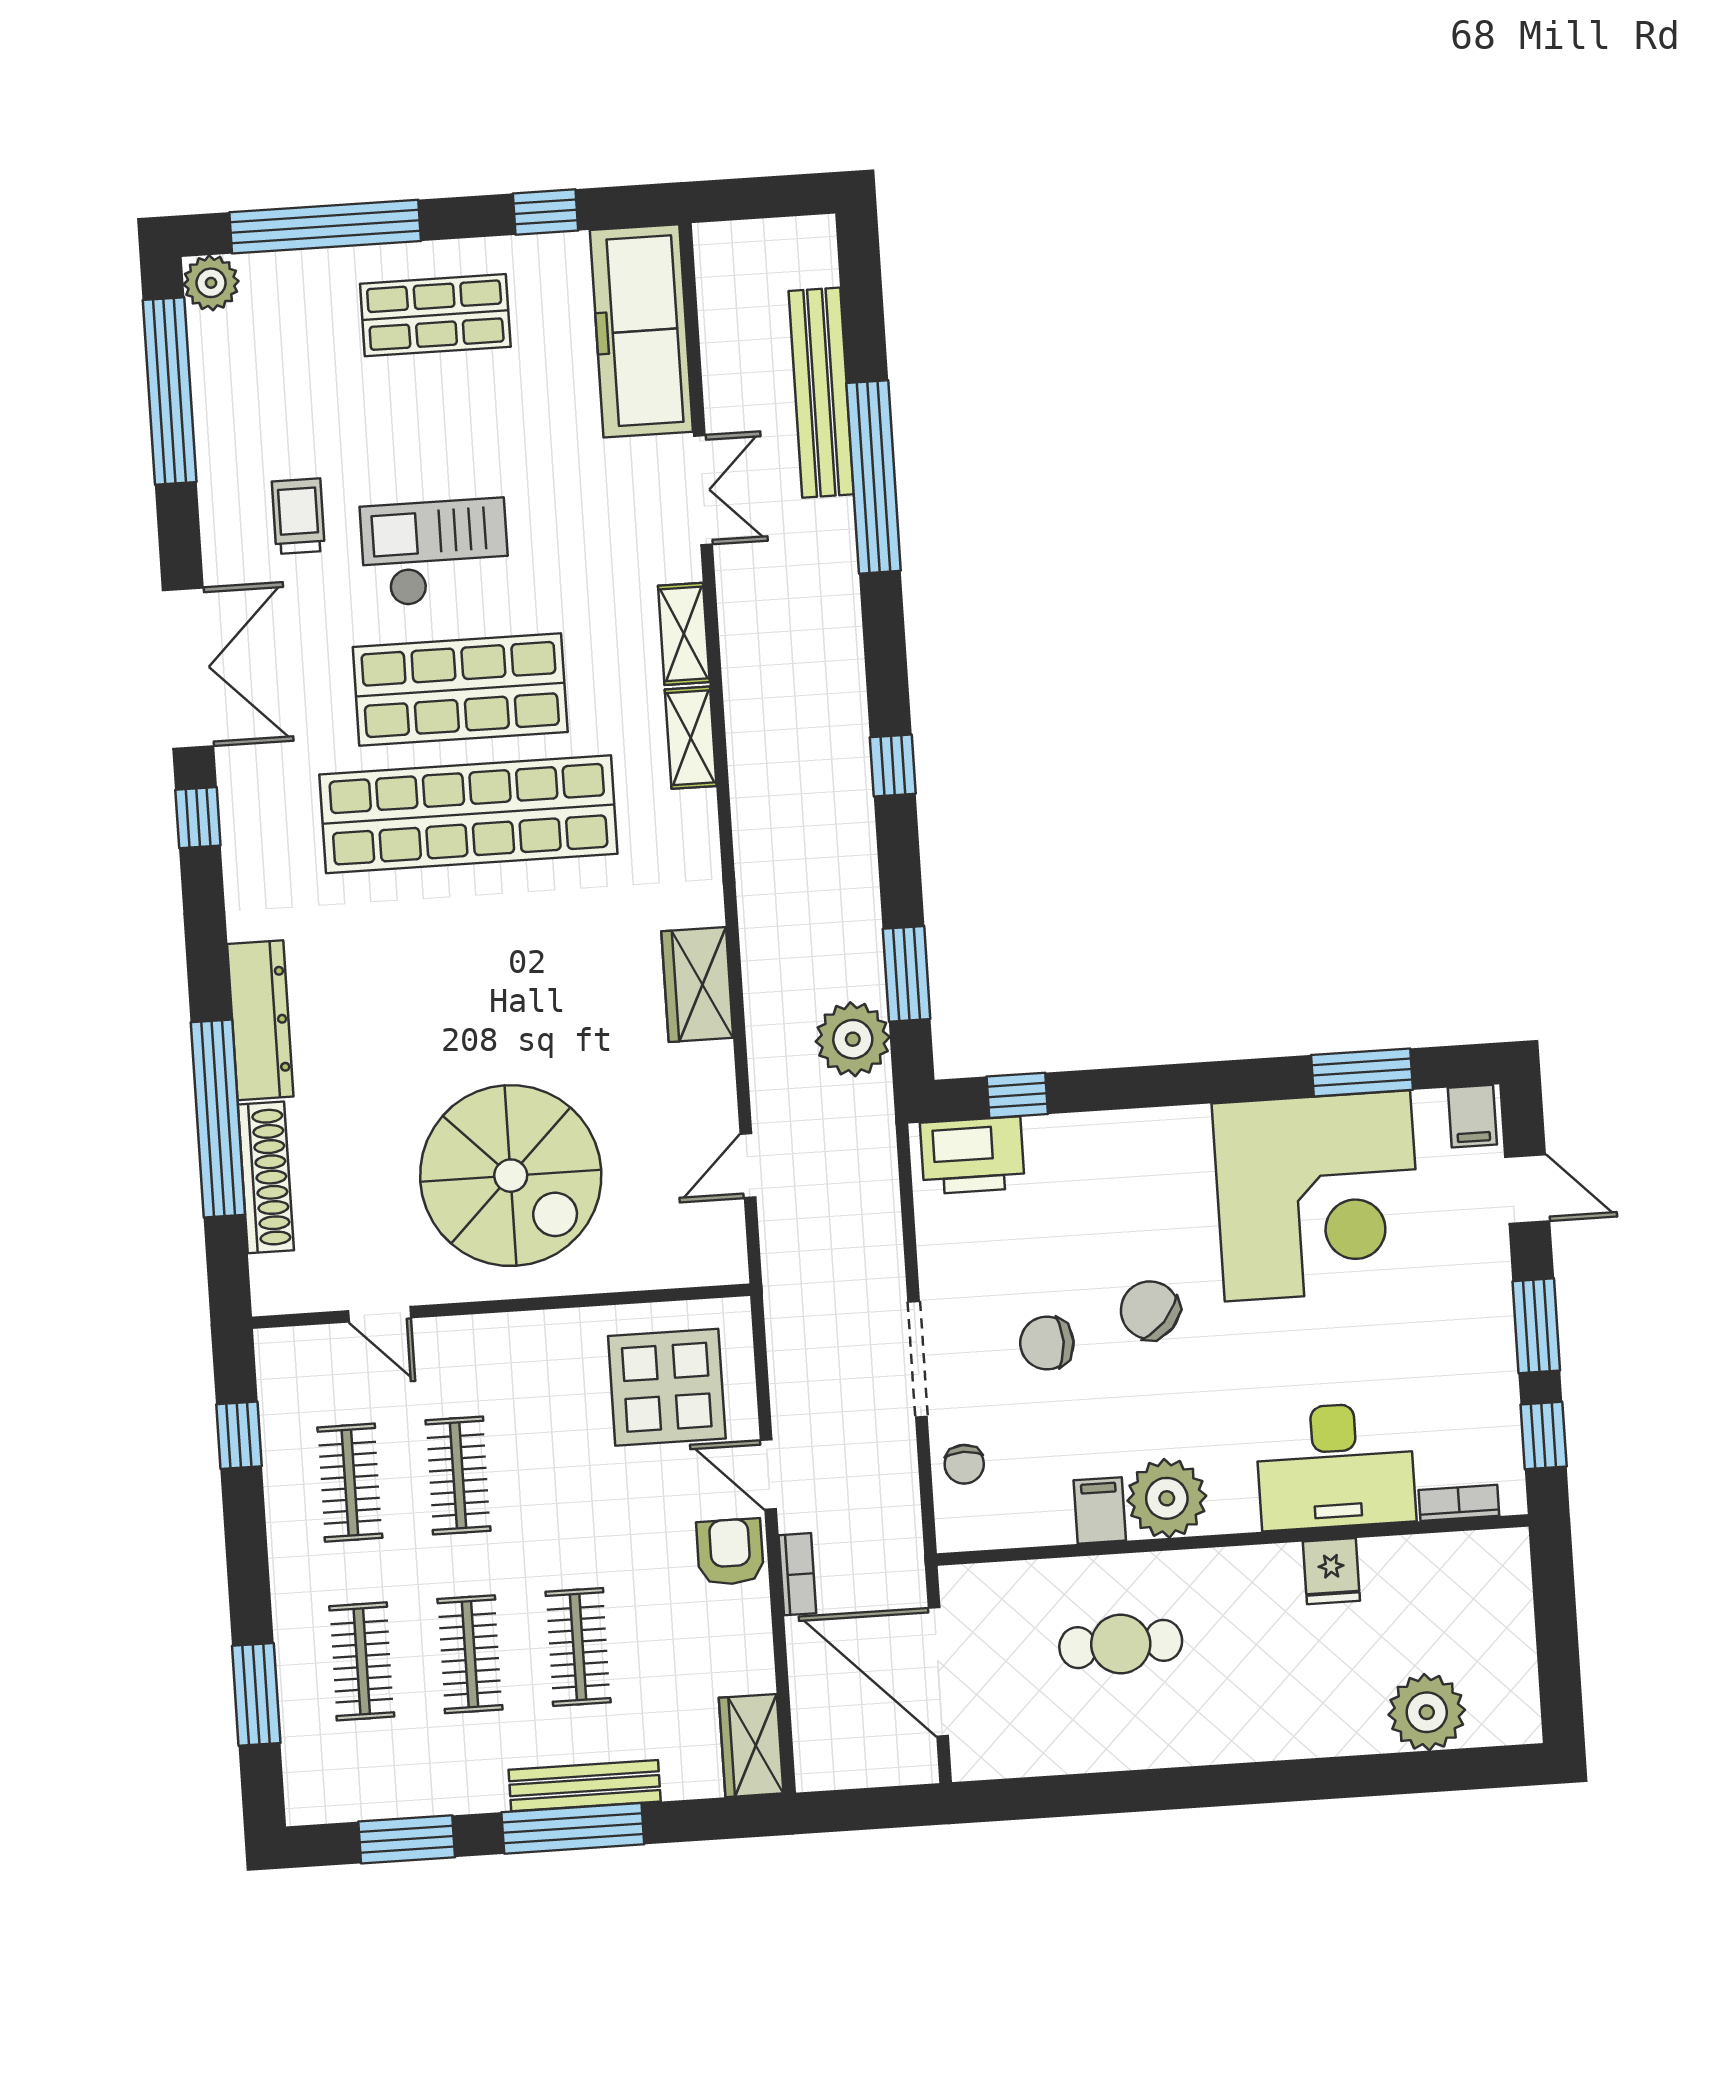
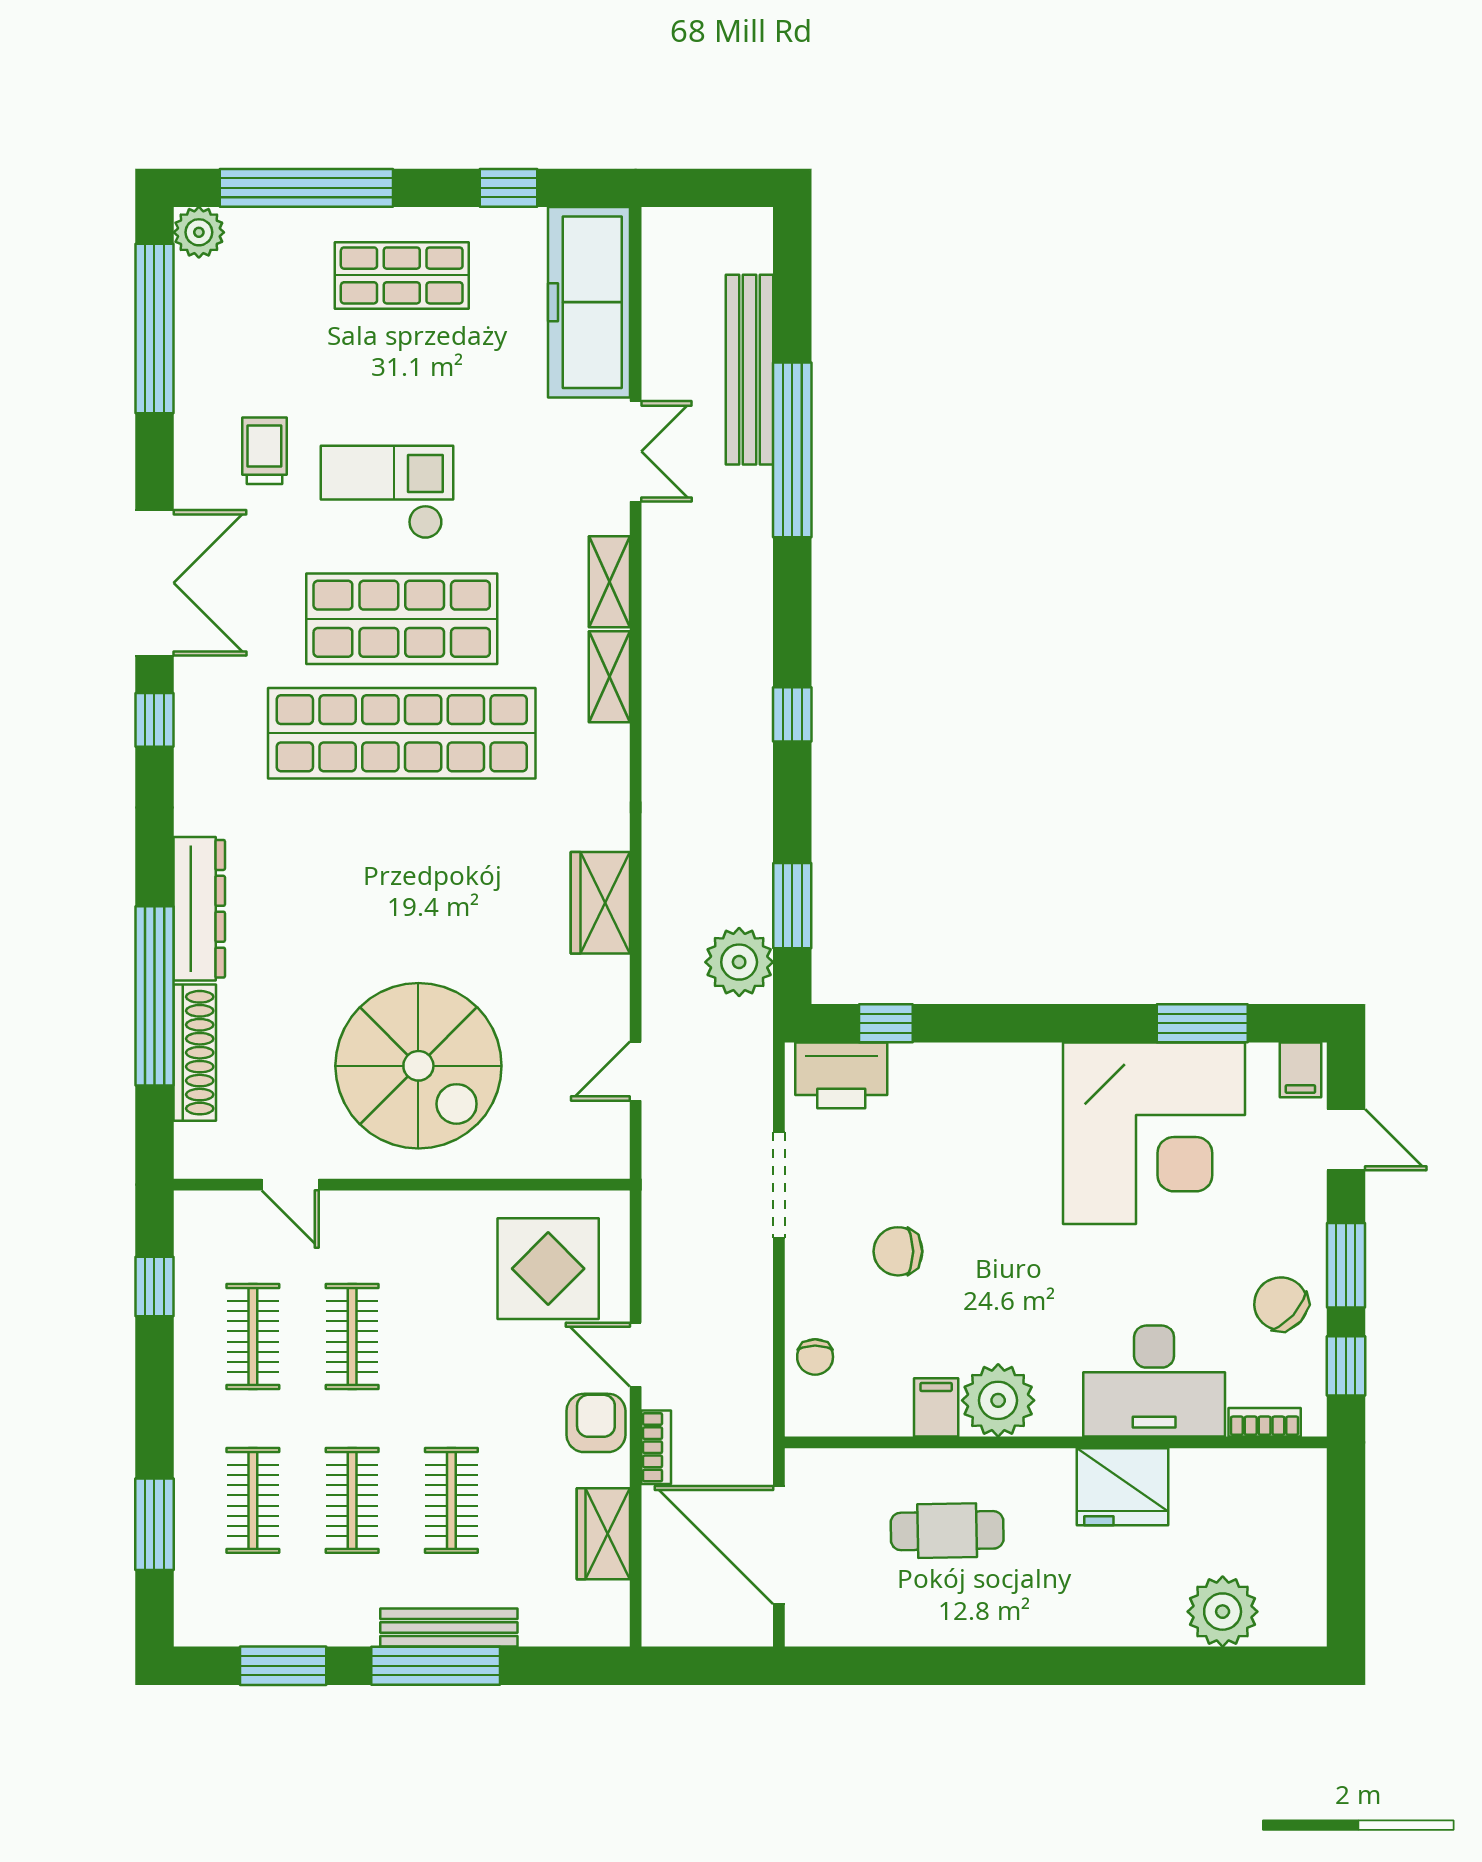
chair: (1150, 1310) -> (1281, 1304), moved
doorway: (918, 1359) -> (779, 1185), moved
fridge: (1331, 1571) -> (1123, 1487), width x1.88, depth x1.34
wardrobe: (751, 1746) -> (603, 1534), moved

